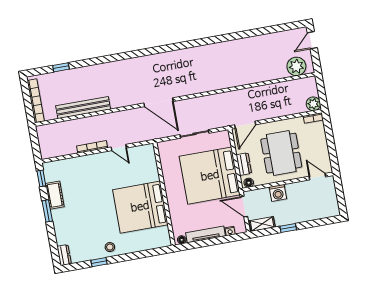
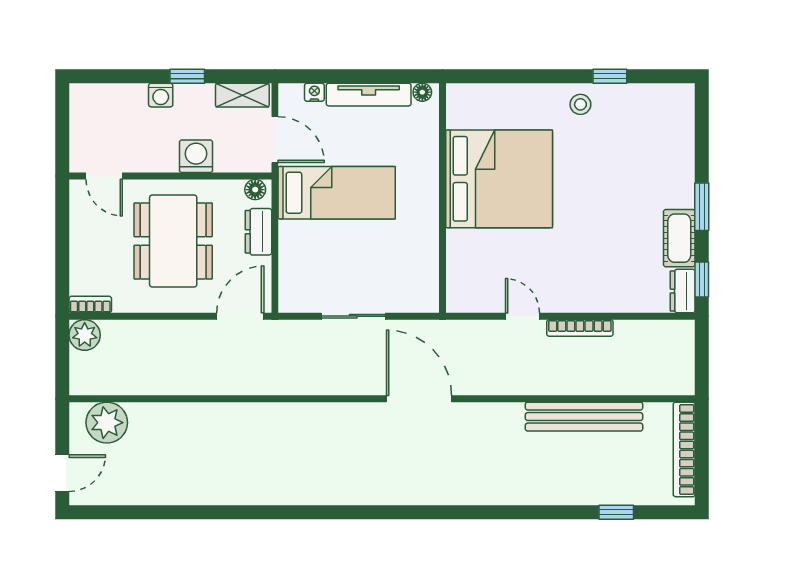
bed: (210, 176) -> (337, 193), width x0.49
washing machine: (299, 217) -> (161, 95), added
dresser: (64, 255) -> (683, 291), moved

